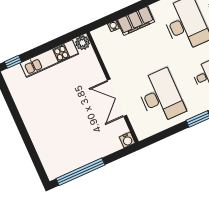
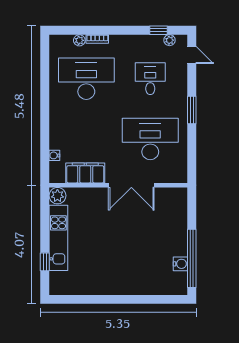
filing cabinet: (136, 21) -> (85, 173), moved, turned -90
window: (13, 62) -> (45, 262), moved
water cooler: (127, 140) -> (180, 264), moved

